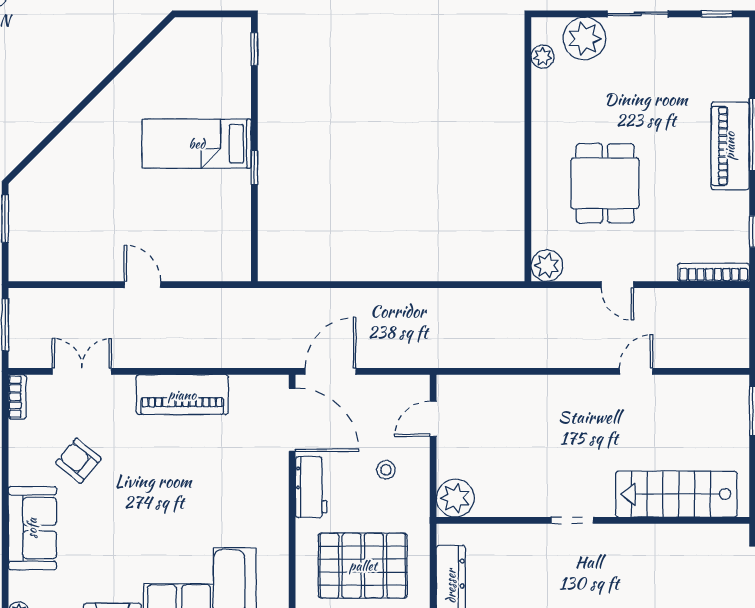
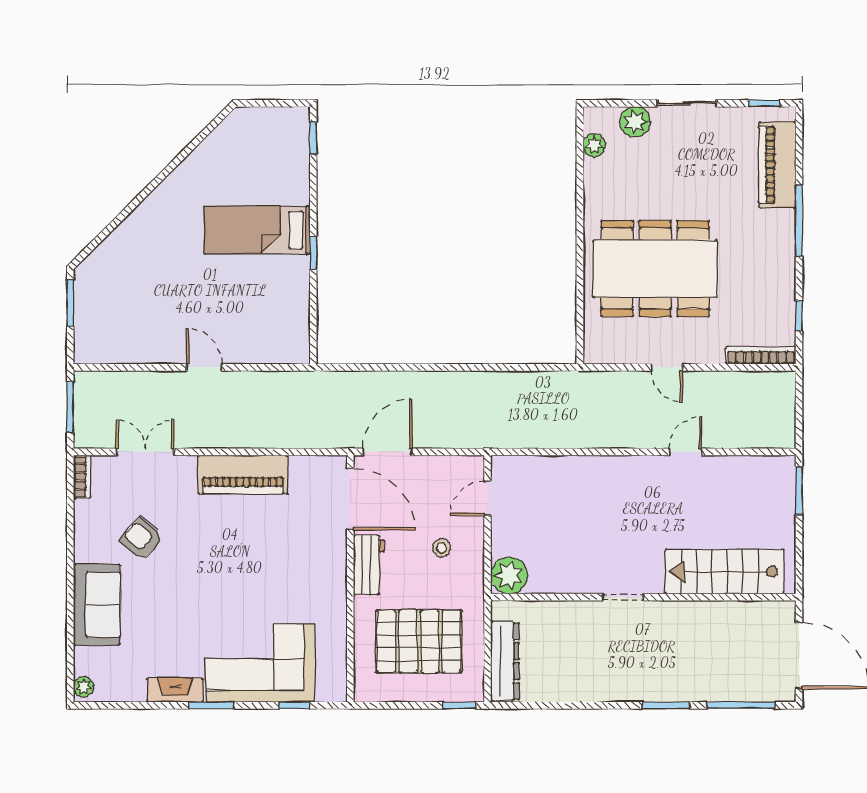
plant: (585, 38) -> (635, 122), width x0.73, depth x0.73
piano: (730, 146) -> (777, 165), moved
dining table: (605, 183) -> (655, 269), width x1.88, depth x1.24
plant: (547, 266) -> (598, 349), removed

